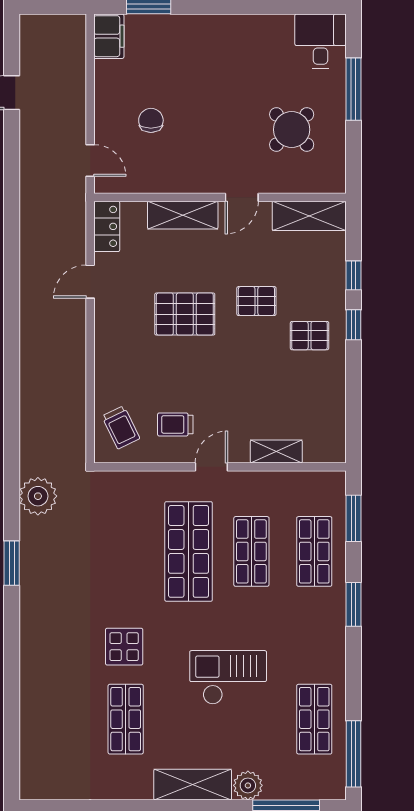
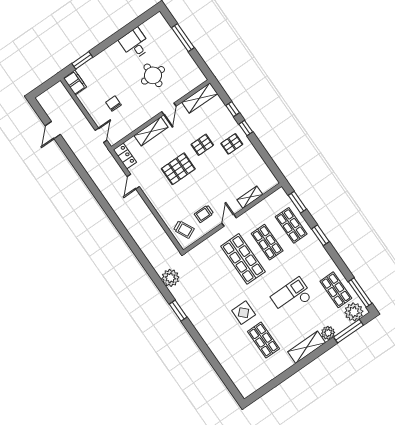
desk: (320, 41) -> (135, 44), moved
round table: (292, 130) -> (153, 75), moved, turned 45
door: (90, 160) -> (101, 135), hinge flipped
plant: (319, 780) -> (354, 312), added

